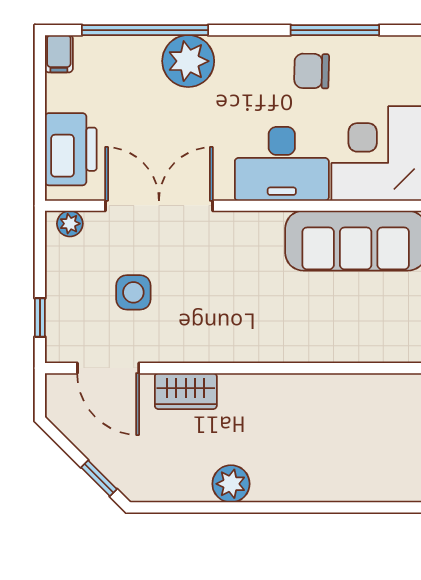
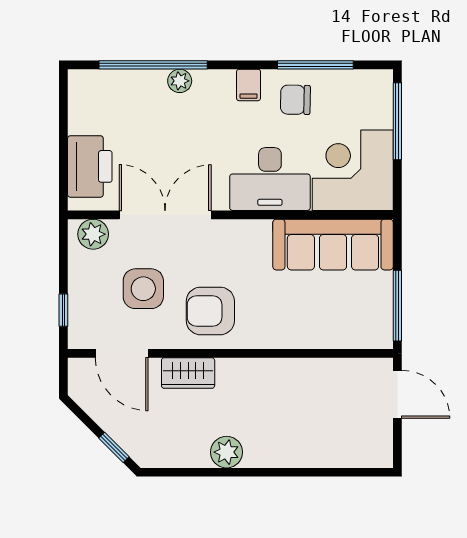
filing cabinet: (59, 54) -> (249, 85), moved
plant: (188, 61) -> (180, 81), width x0.53, depth x0.53
plant: (70, 224) -> (93, 234), width x1.38, depth x1.38
side table: (133, 292) -> (143, 289), width x1.37, depth x1.37
armchair: (212, 318) -> (210, 311), added

